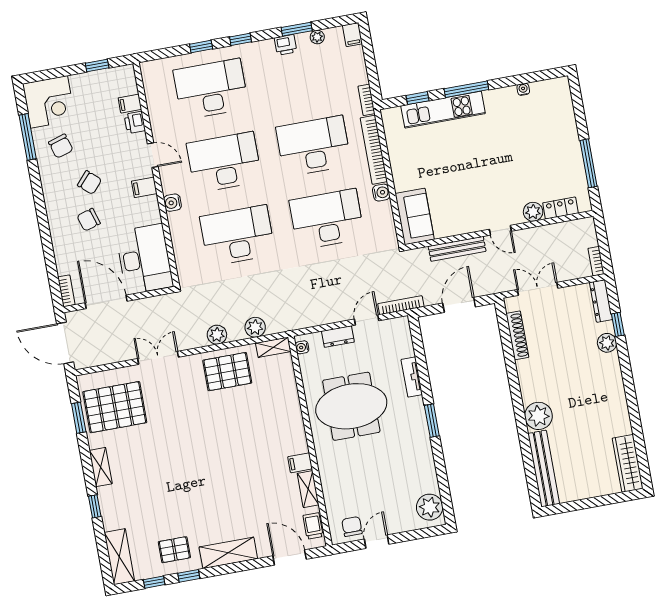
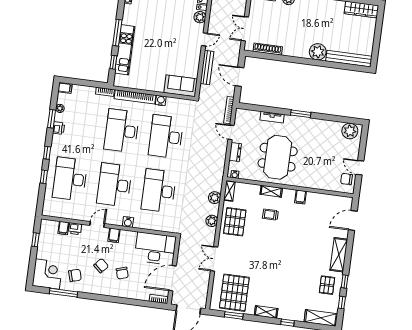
shelving: (308, 489) -> (271, 191), moved
trolley: (313, 526) -> (270, 215), moved

